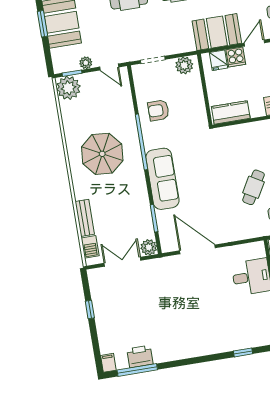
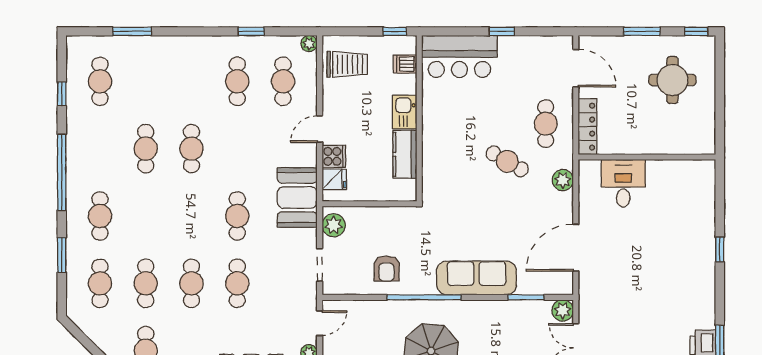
booth: (217, 32) -> (297, 197), moved
door: (254, 43) -> (320, 129), hinge flipped
kitchen counter: (231, 112) -> (405, 154), moved
plant: (246, 231) -> (563, 180), added
window: (243, 352) -> (720, 249), moved

